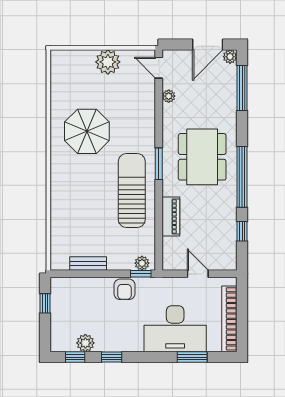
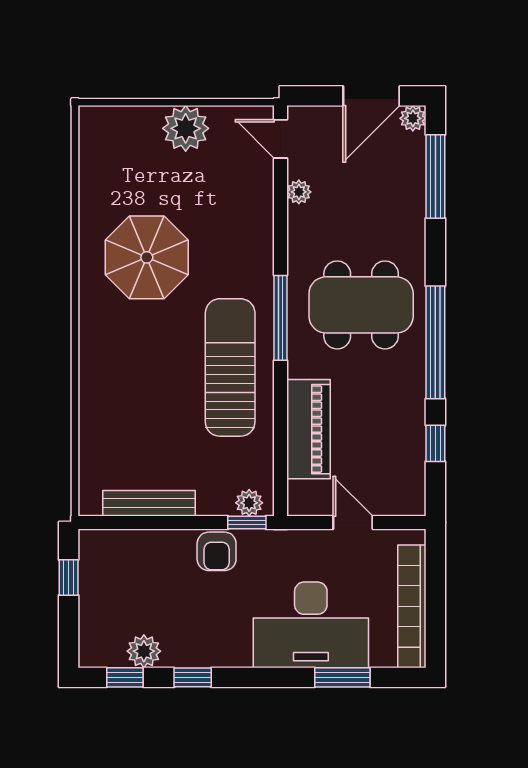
dining table: (202, 157) -> (361, 305), turned 90
window: (159, 164) -> (280, 318), width x1.44
piano: (171, 216) -> (308, 429), width x1.37, depth x1.33
bench: (88, 263) -> (149, 503), width x1.36

